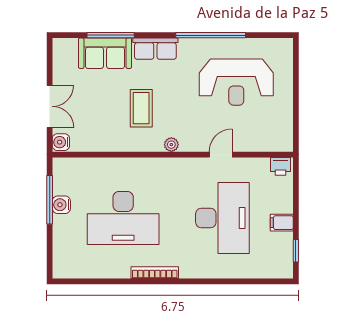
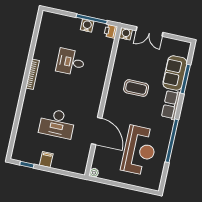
reception desk: (236, 82) -> (139, 150), turned 180
plant: (171, 145) -> (94, 173), moved
door: (221, 155) -> (97, 131), width x1.87
printer: (280, 166) -> (111, 31), moved
desk: (123, 218) -> (71, 62), width x0.53, depth x0.77
desk: (222, 218) -> (57, 123), width x0.73, depth x0.77

